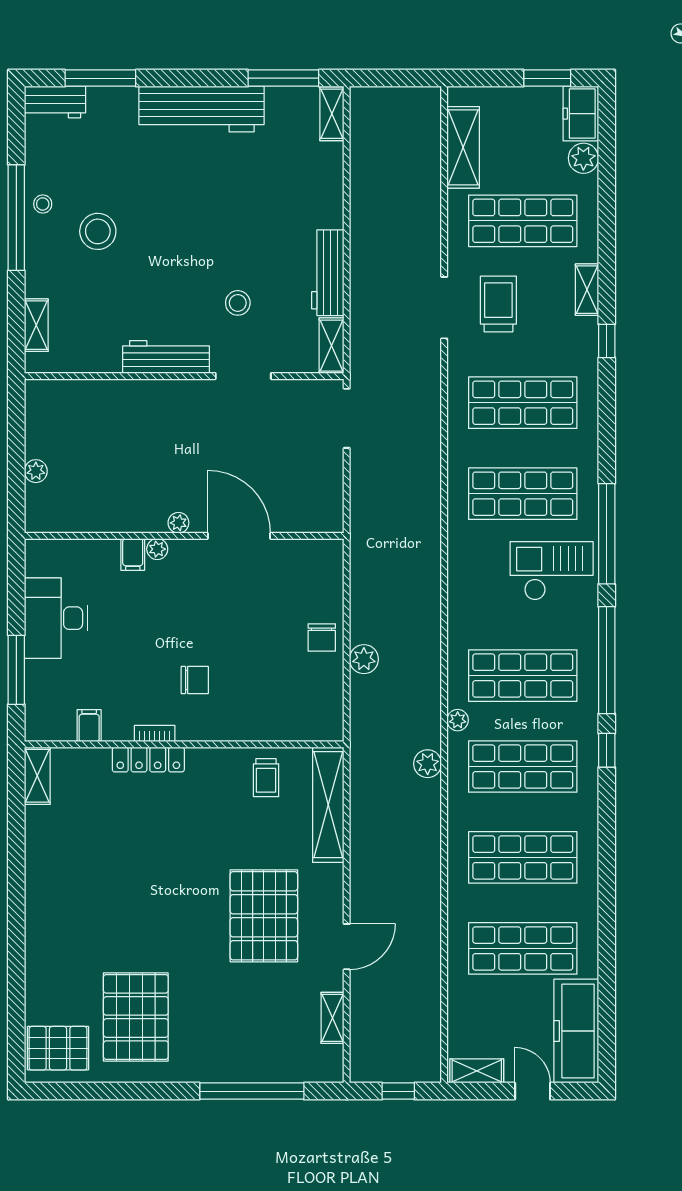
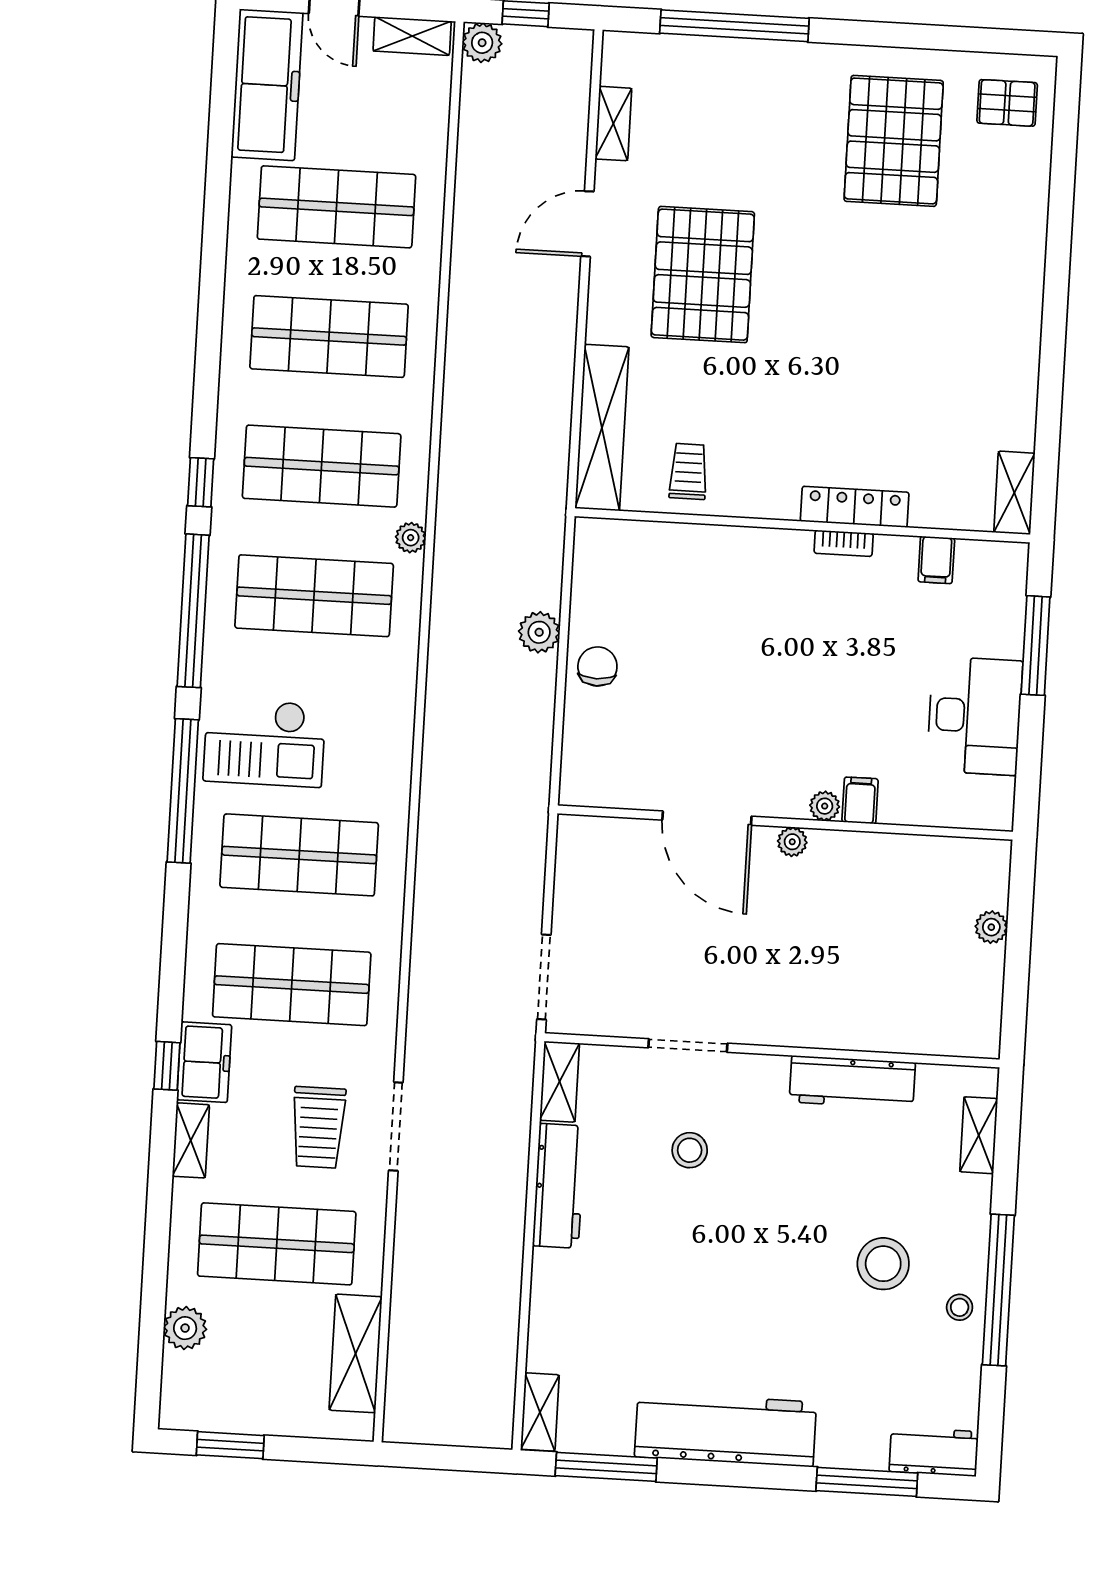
freezer: (581, 114) -> (204, 1062), moved
workbench: (166, 357) -> (852, 1082), moved
chair: (195, 680) -> (782, 616), removed
plant: (428, 764) -> (482, 43), moved
pallet: (58, 1048) -> (1007, 103), width x0.67, depth x0.71

